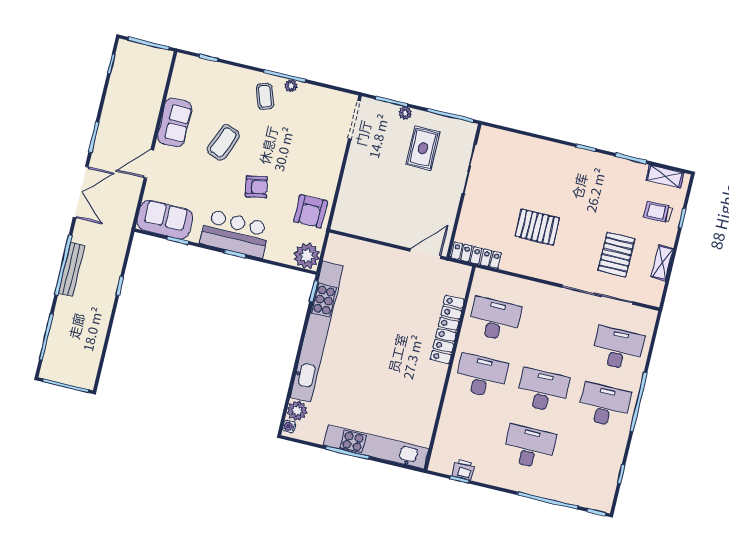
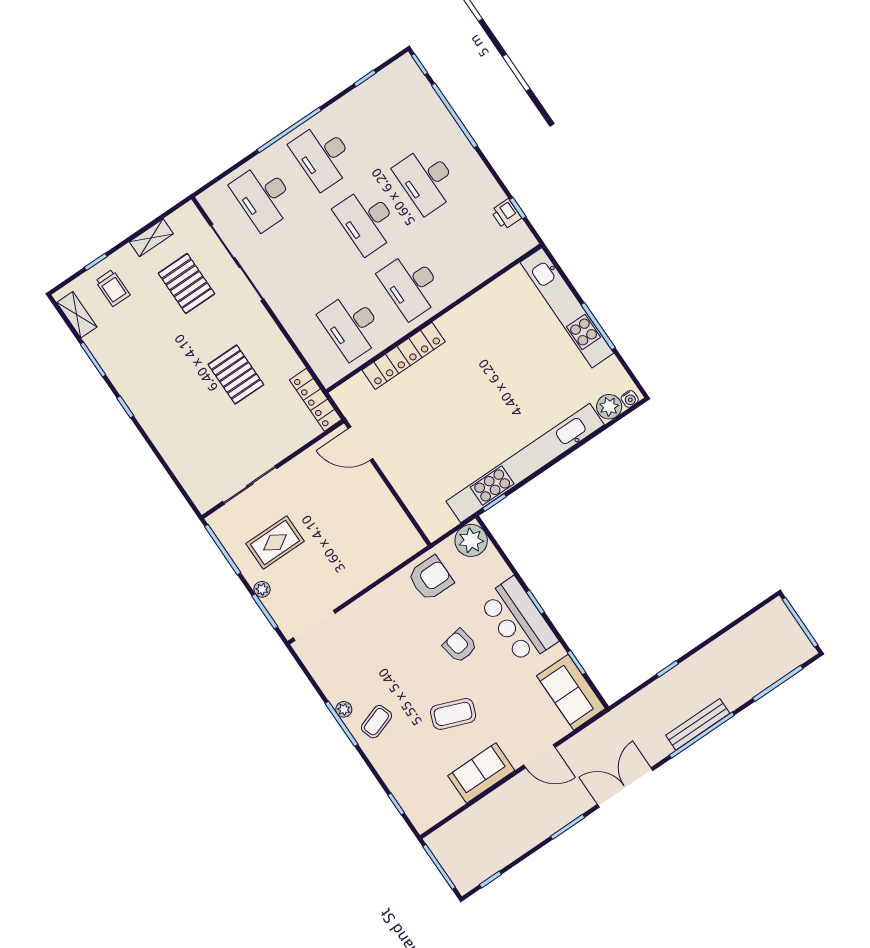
pallet: (616, 255) -> (186, 284), turned 90

